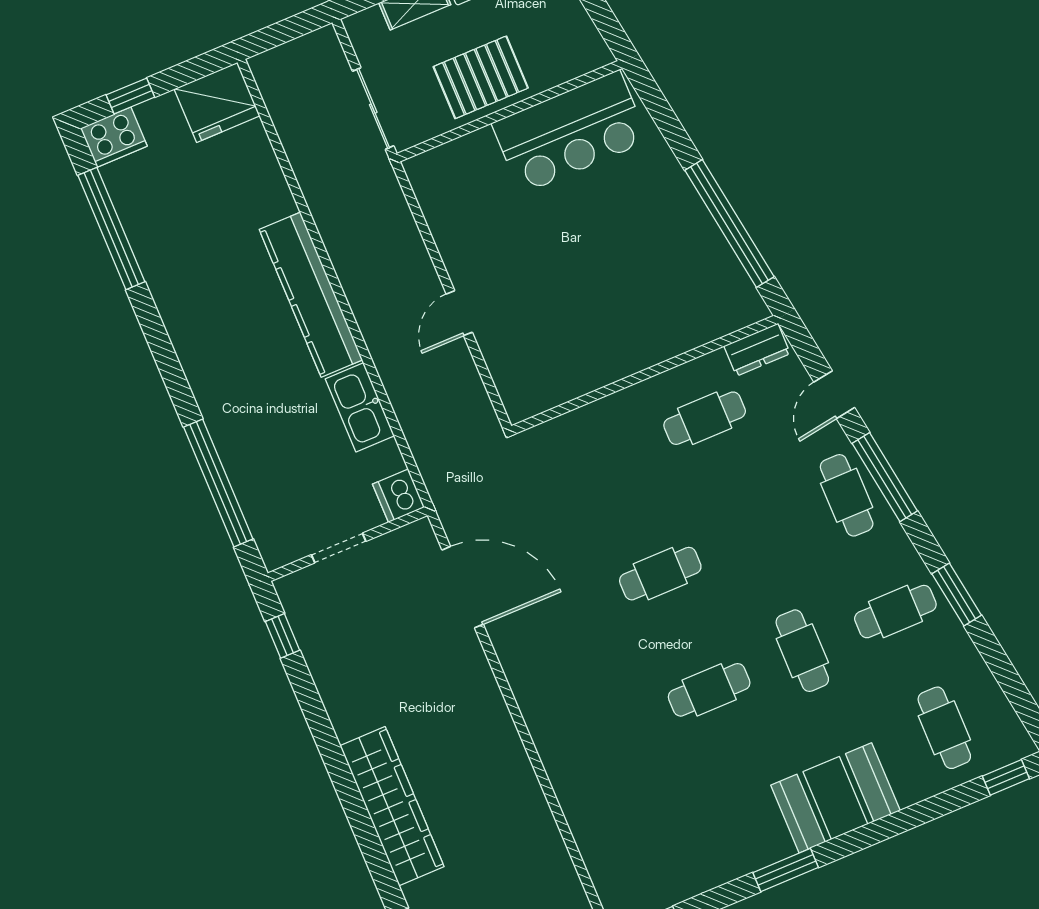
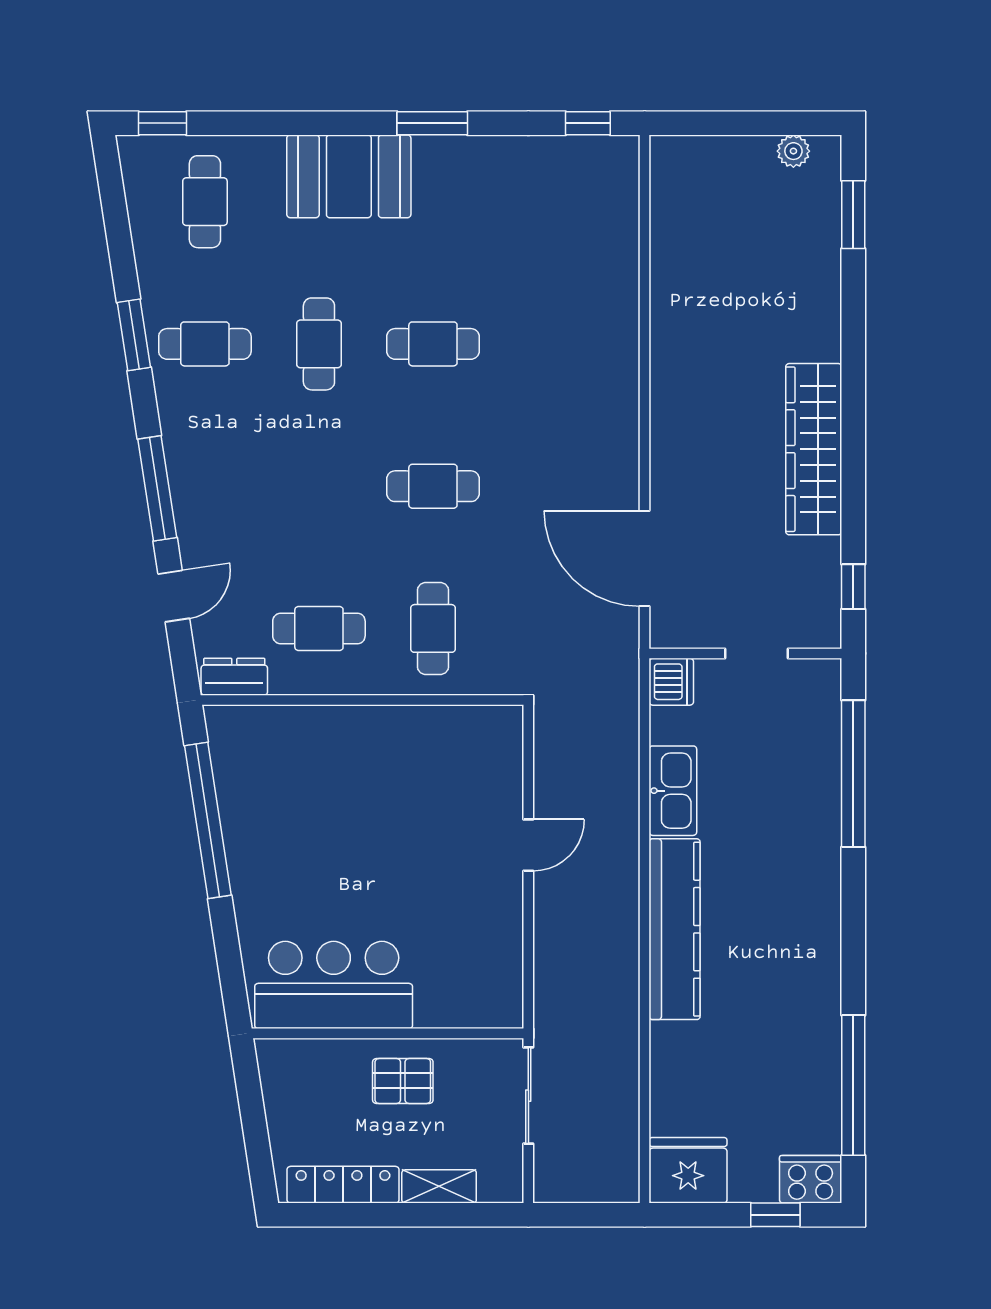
pallet: (481, 77) -> (403, 1081), width x0.67, depth x0.71
cafe table: (847, 495) -> (433, 628), moved
wardrobe: (392, 806) -> (814, 449), moved

